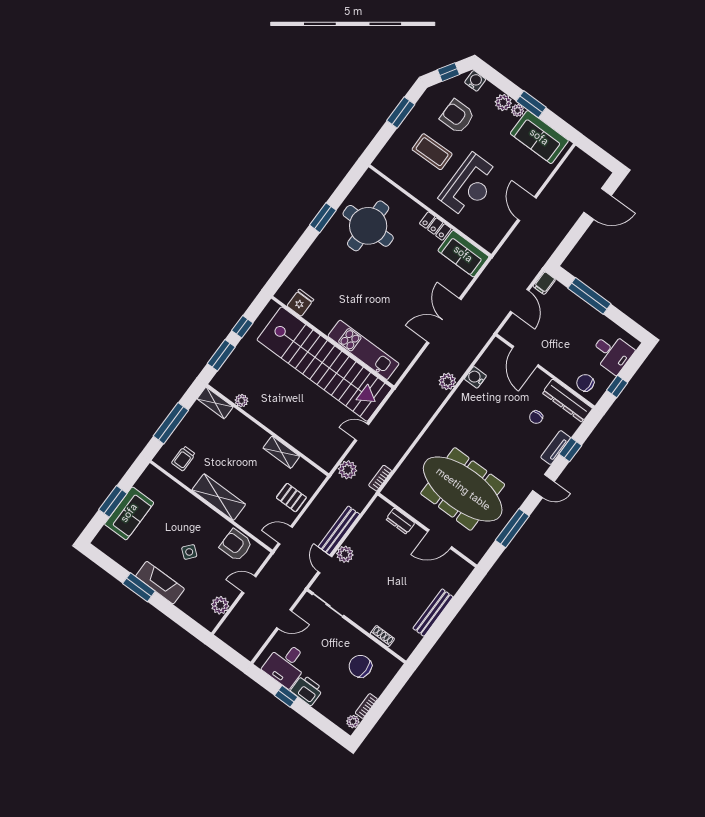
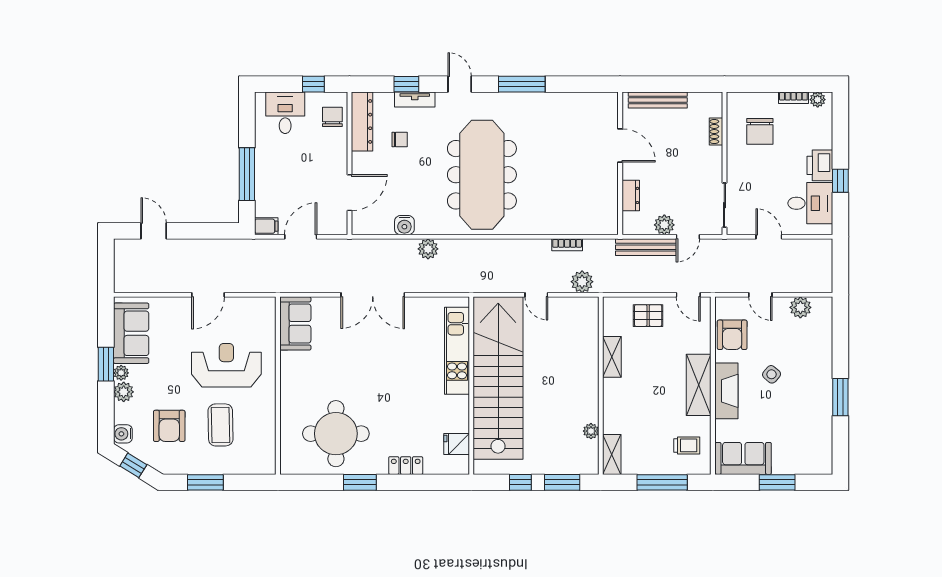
door: (598, 204) -> (154, 231), width x0.73
locker: (435, 226) -> (406, 466), moved, turned -90
chair: (585, 383) -> (332, 117), turned 180
meeting table: (463, 489) -> (482, 175), moved
pallet: (291, 498) -> (648, 316), turned 90
sofa: (129, 513) -> (743, 458), moved
dresser: (400, 521) -> (631, 195), moved
wall: (427, 530) -> (620, 163), moved
door: (440, 539) -> (620, 145), moved
fireplace: (160, 583) -> (726, 391), moved, turned 180

